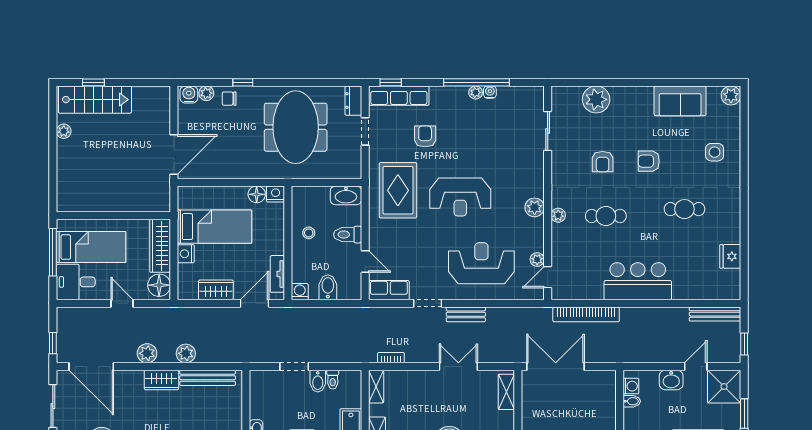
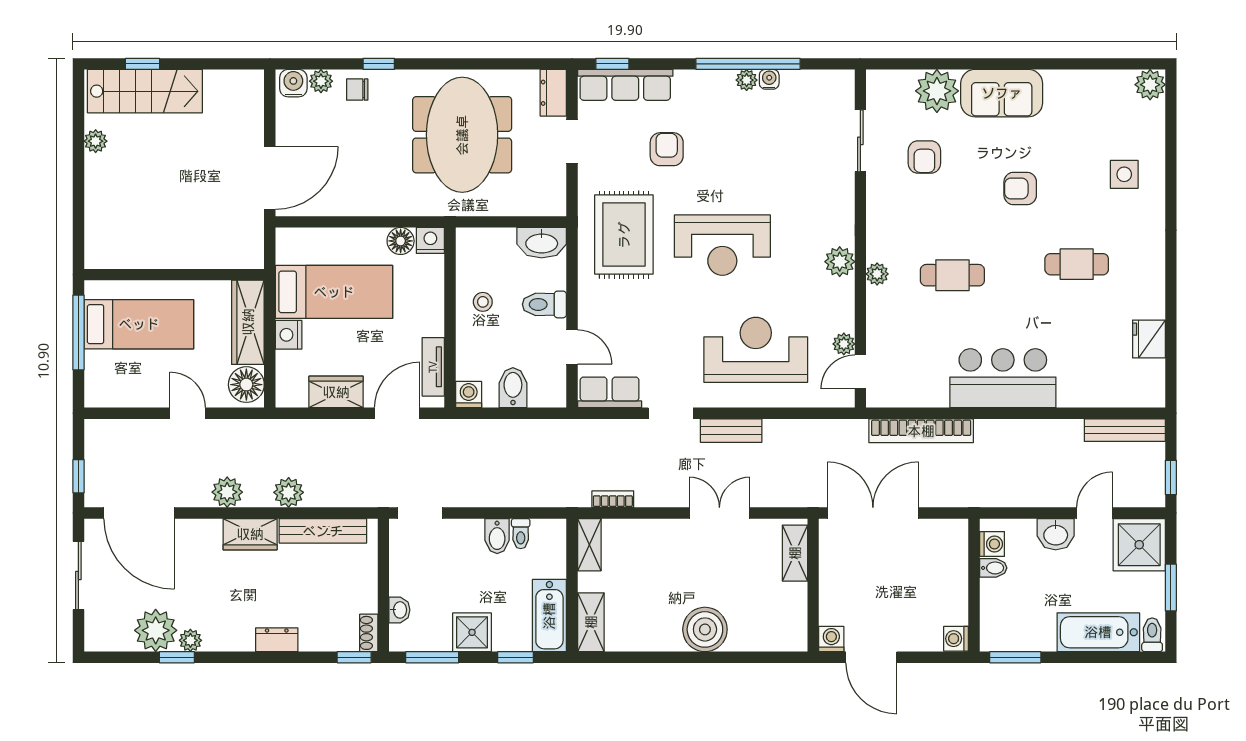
sofa: (680, 101) -> (1002, 93), moved
armchair: (603, 162) -> (924, 157), moved
desk: (76, 282) -> (115, 379), removed
doorway: (294, 367) -> (420, 513), moved

